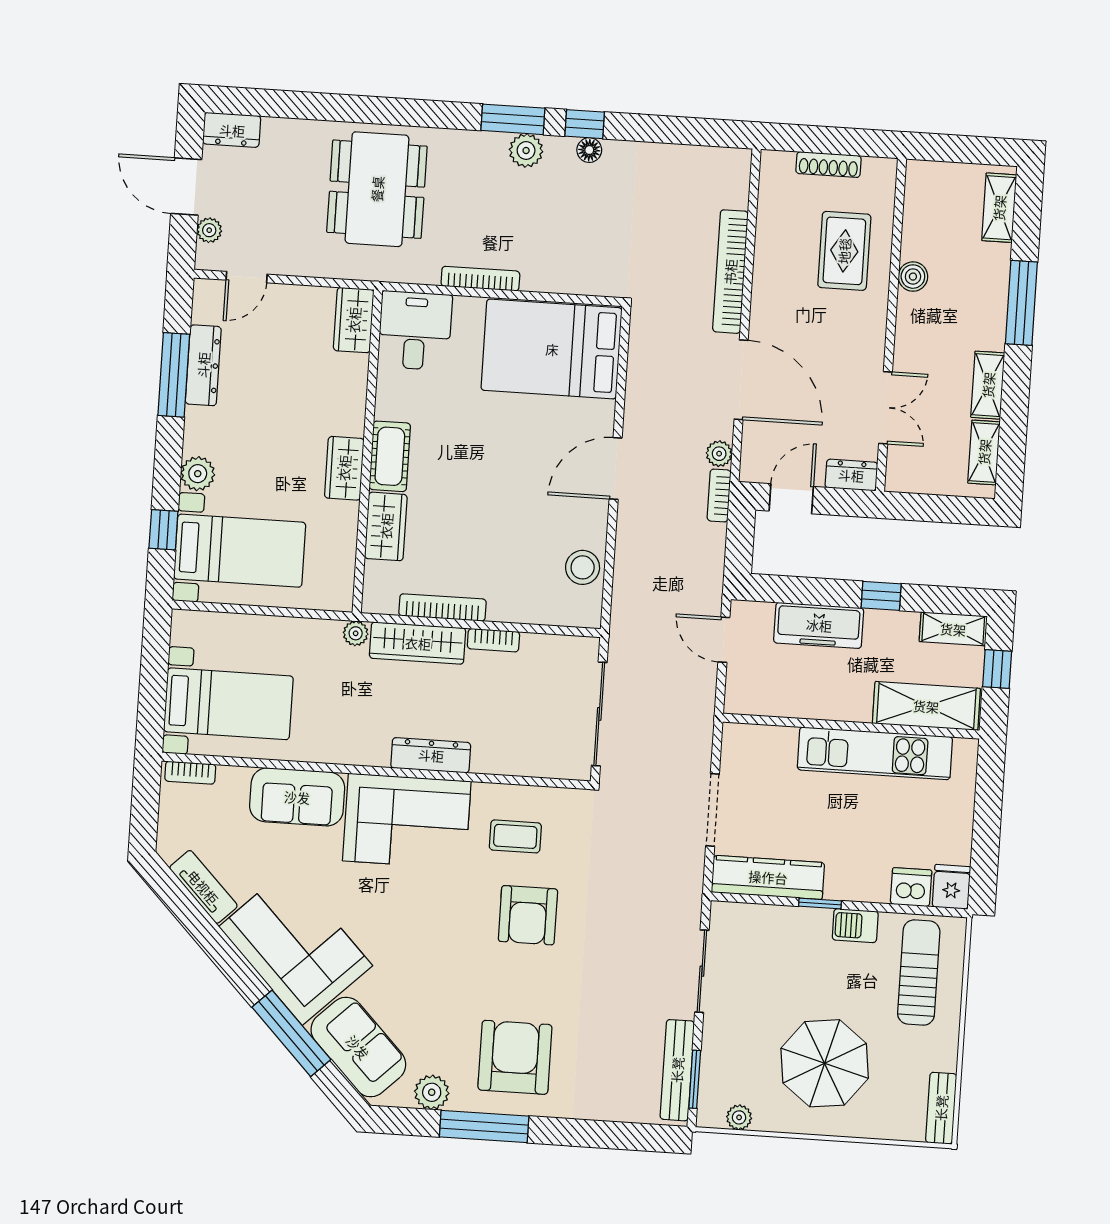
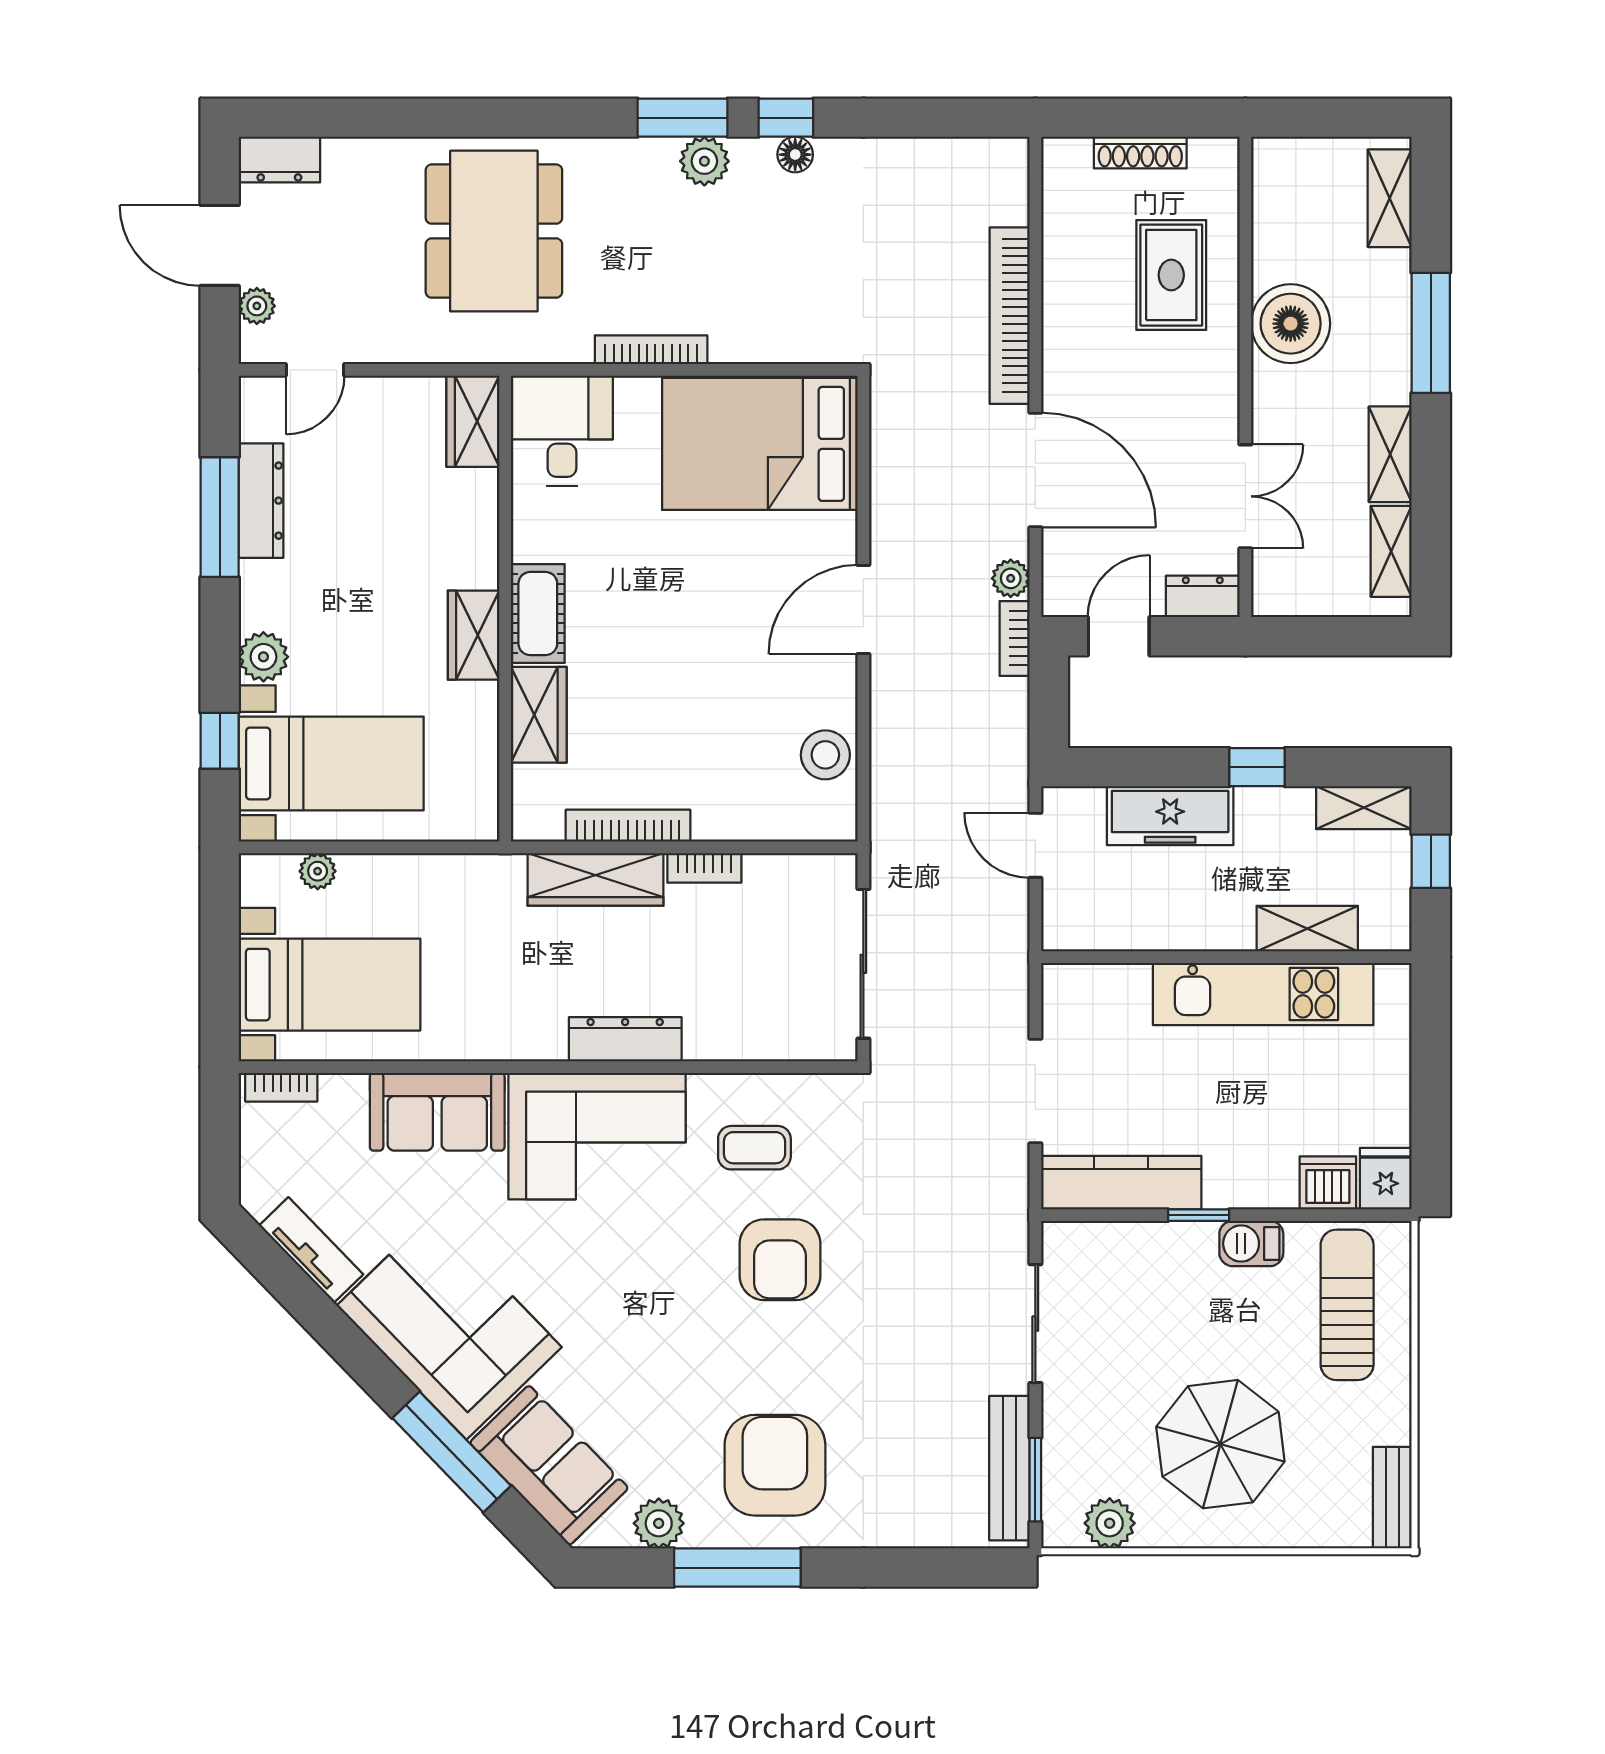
boiler: (913, 277) -> (1291, 324), width x1.86, depth x1.86
plant: (356, 633) -> (318, 871), moved
shelving: (926, 706) -> (1307, 929), width x0.67, depth x0.75
plant: (739, 1117) -> (1110, 1523), width x1.38, depth x1.38

